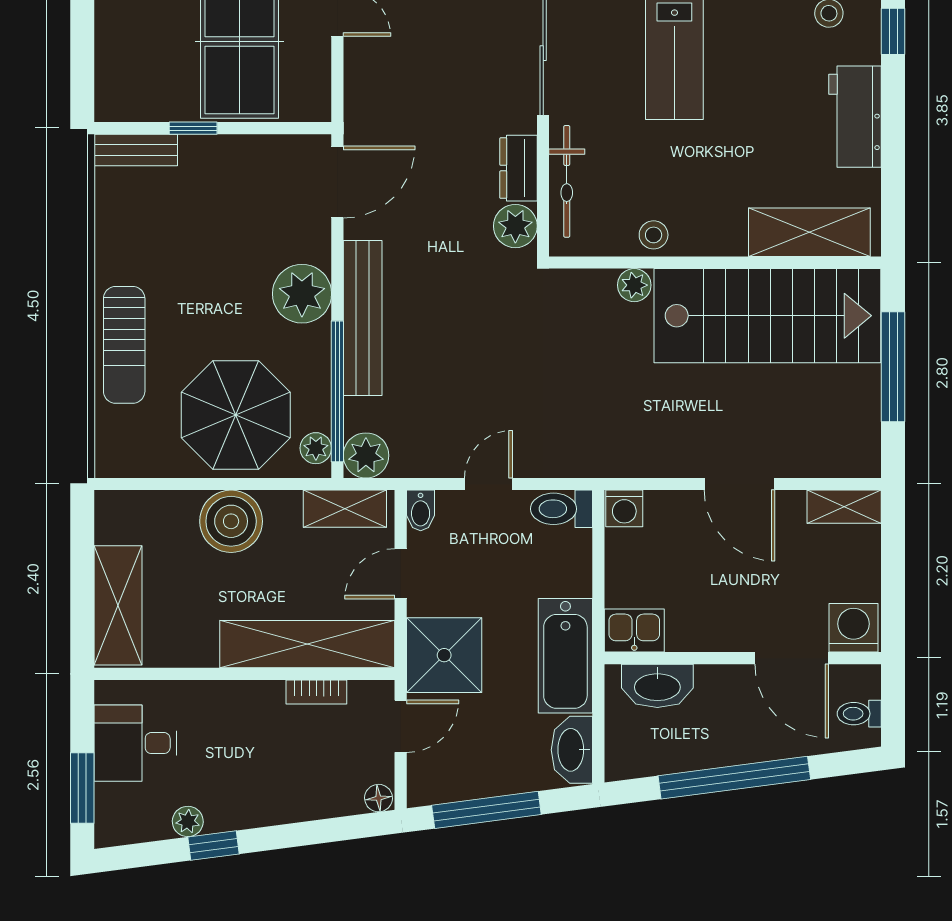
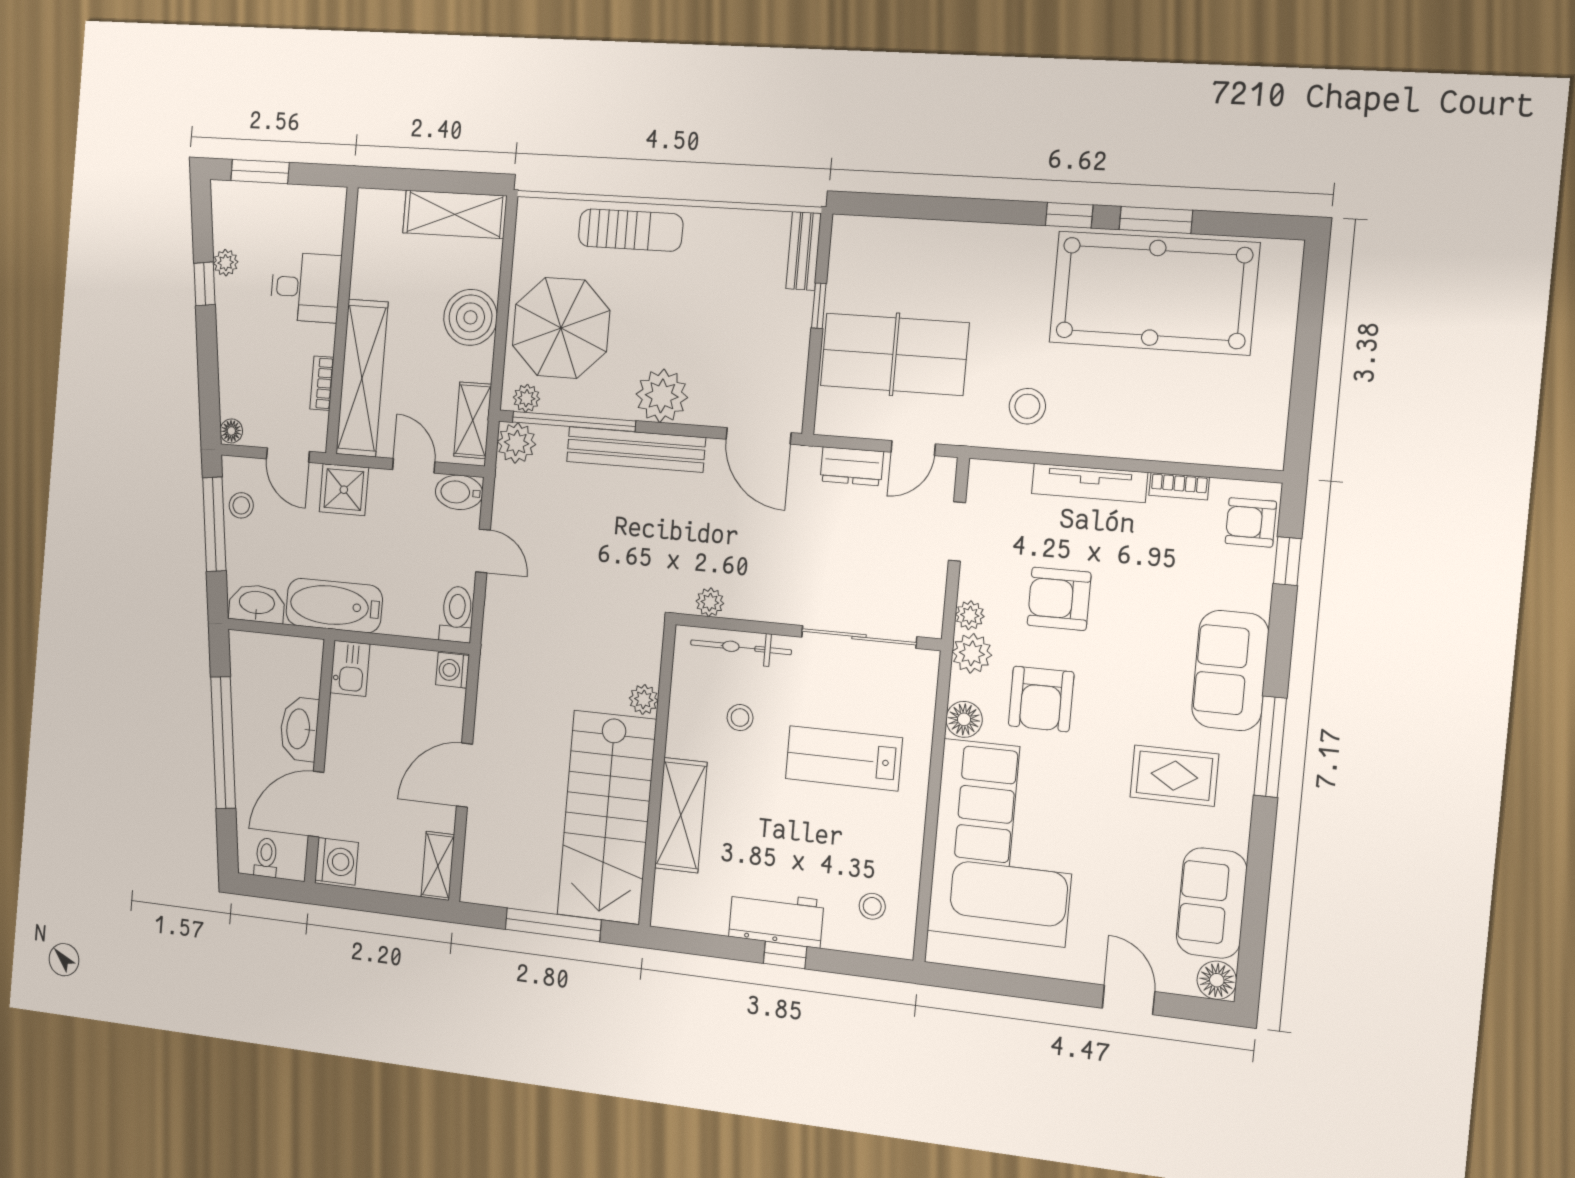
window: (893, 31) -> (785, 955), moved
dresser: (519, 168) -> (852, 466), moved, turned 180
plant: (515, 226) -> (710, 602), width x0.73, depth x0.73
shelving: (809, 232) -> (681, 815), moved
stool: (654, 235) -> (740, 718), moved
sun lounger: (124, 345) -> (631, 230), turned 180
bidet: (421, 510) -> (459, 492), width x1.38, depth x1.36
shelving: (118, 605) -> (455, 214), moved
shower: (444, 655) -> (344, 490), width x0.73, depth x0.73
washbasin: (657, 686) -> (299, 729), moved
desk: (135, 743) -> (306, 287), moved, turned 90
stool: (462, 778) -> (241, 505), added

